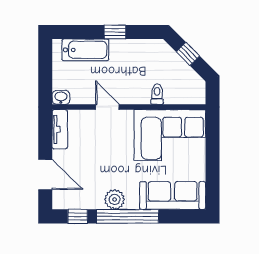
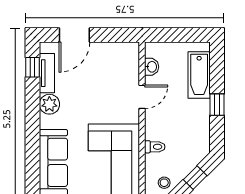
stool: (193, 85) -> (164, 183), added
washbasin: (61, 97) -> (152, 67), moved
tv unit: (60, 129) -> (47, 73), moved, turned -90
window: (128, 216) -> (33, 117), removed

